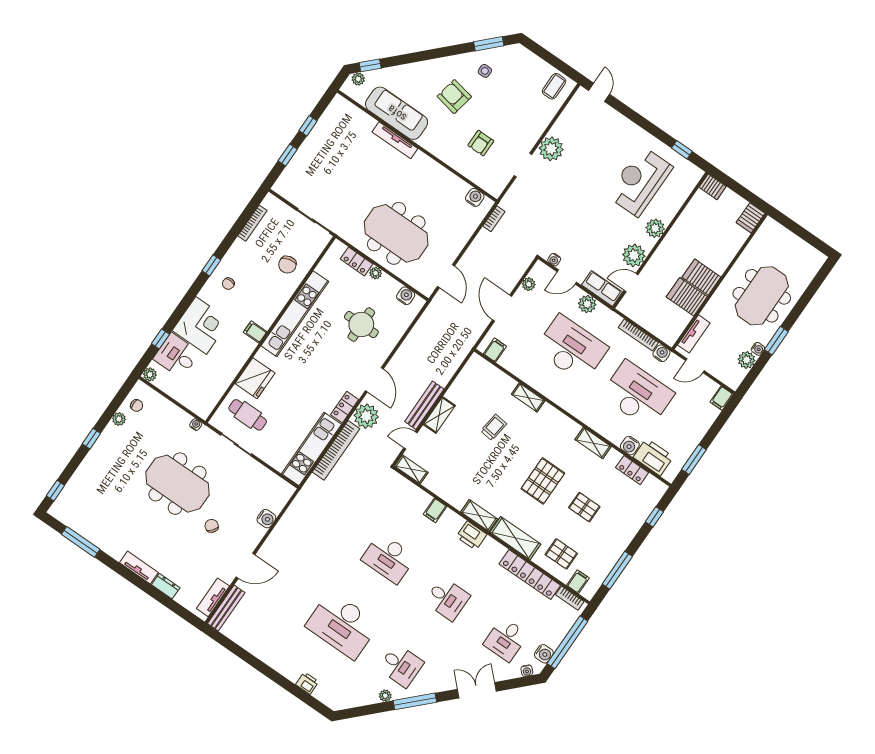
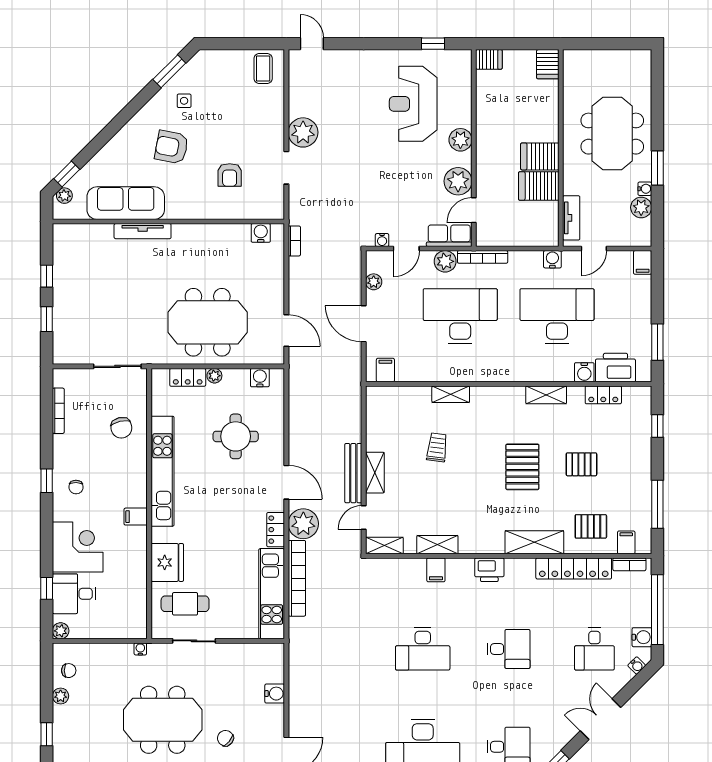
bookcase: (638, 335) -> (483, 257), moved
shelving: (479, 515) -> (437, 545), moved

